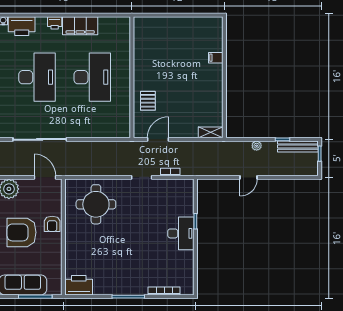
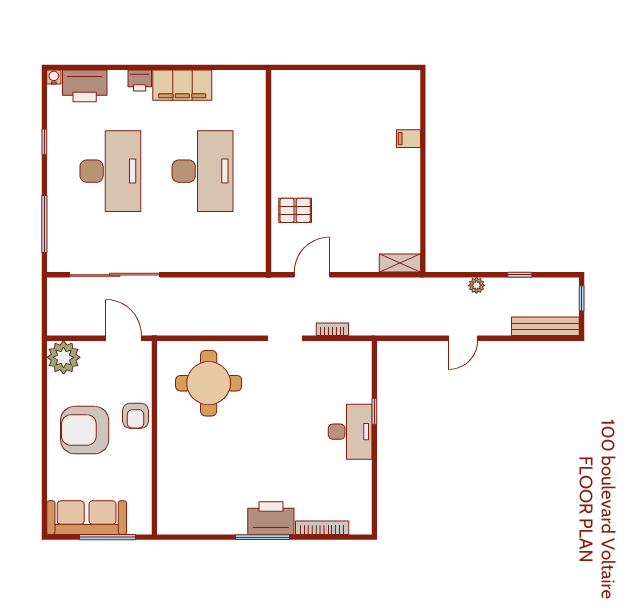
pallet: (148, 101) -> (295, 210), turned 90
bench: (298, 147) -> (545, 326), moved
printer: (79, 285) -> (271, 518), moved

